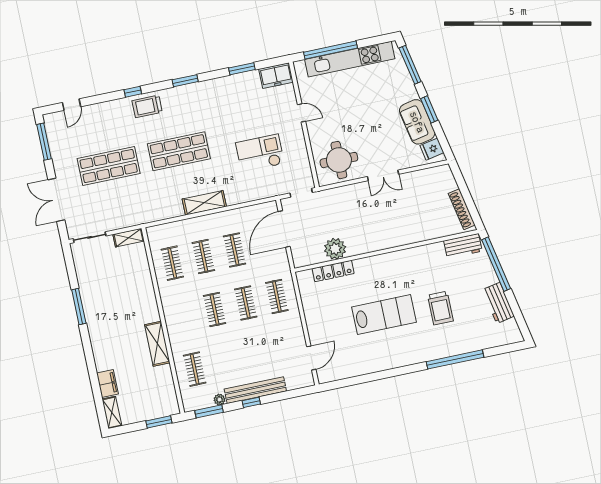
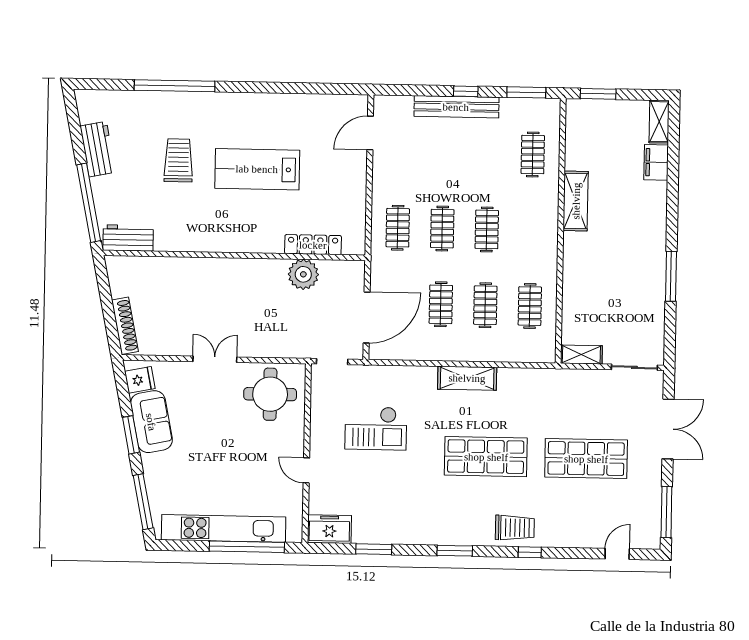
shoe rack: (462, 209) -> (125, 326), moved
plant: (219, 400) -> (508, 105), removed

